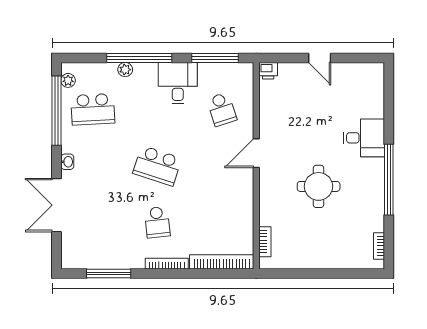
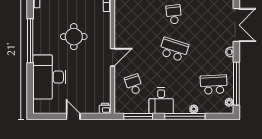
desk: (364, 138) -> (49, 77), width x1.87, depth x1.30

